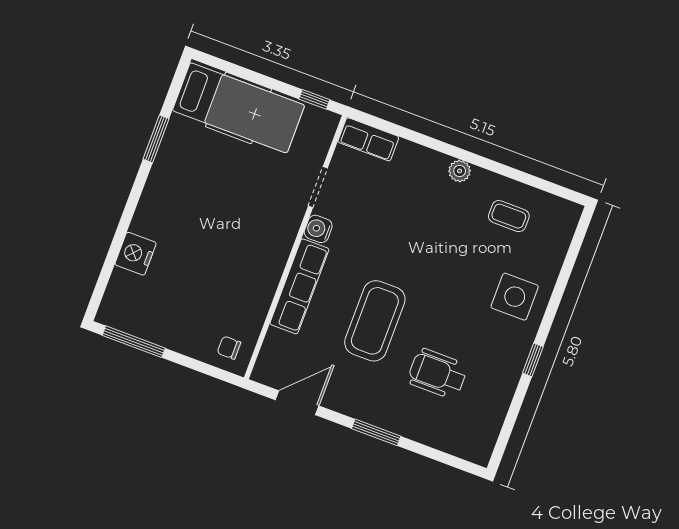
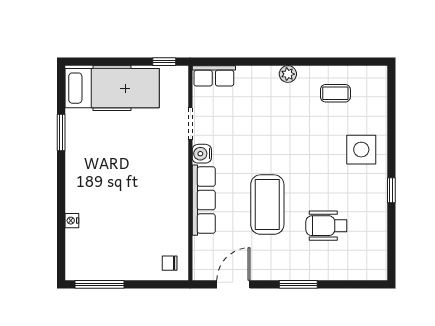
nightstand: (136, 254) -> (72, 221), width x0.53, depth x0.56

